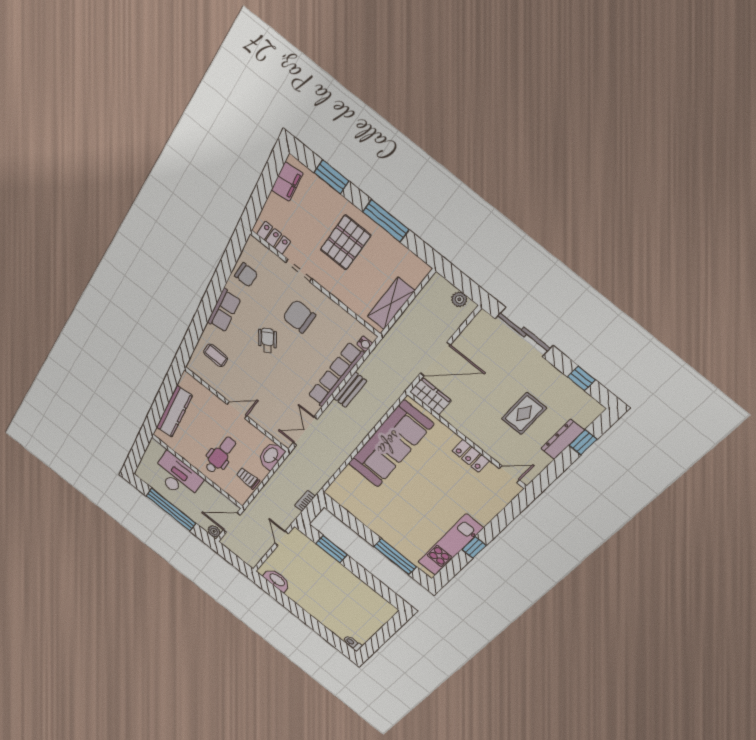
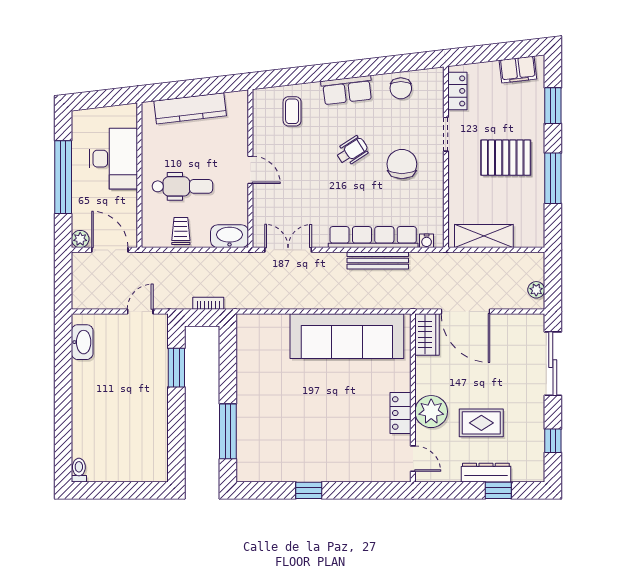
bench: (350, 390) -> (378, 260), width x1.36
plant: (487, 437) -> (431, 412), added
kitchen unit: (450, 545) -> (291, 469), removed

